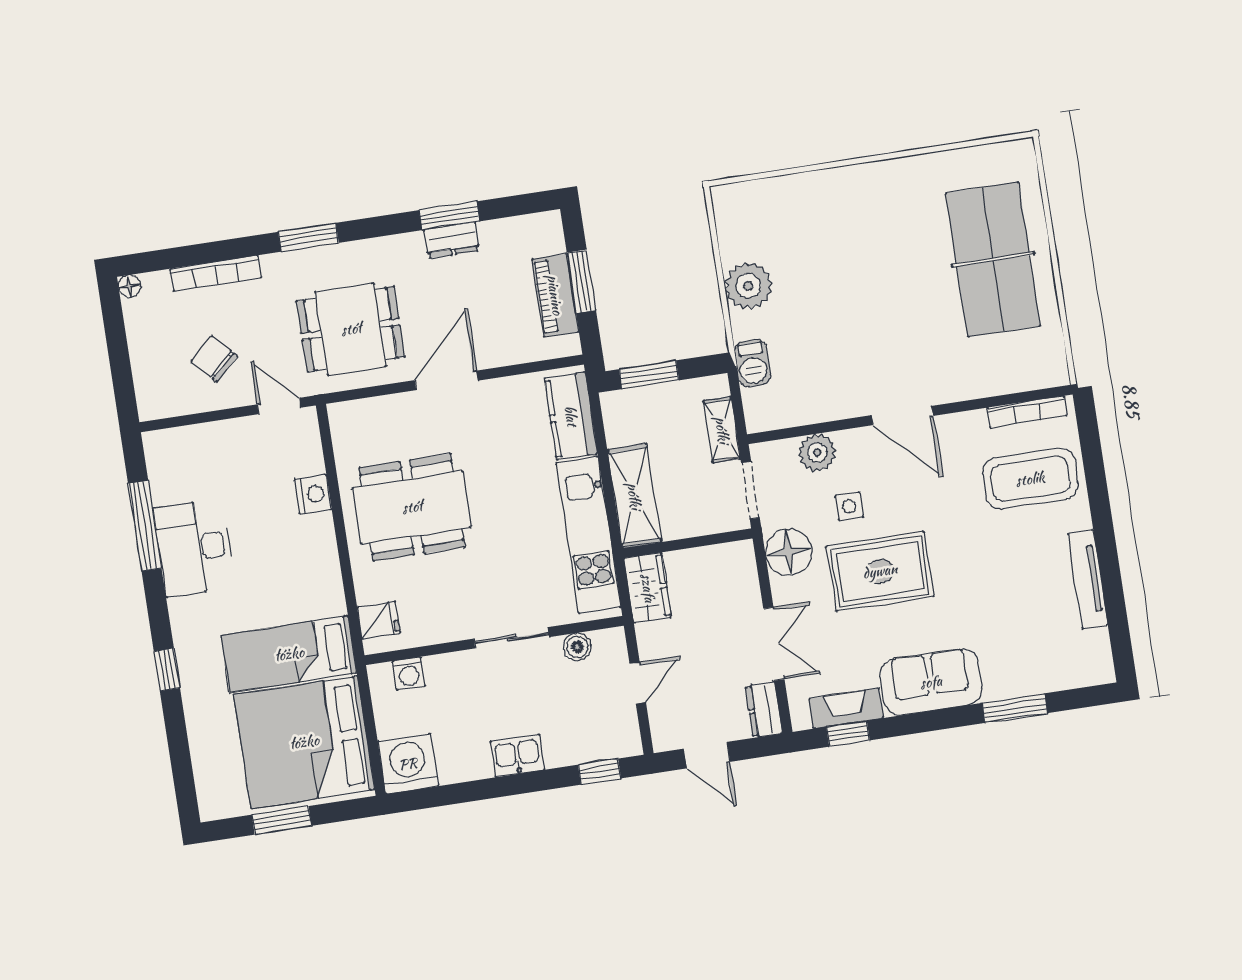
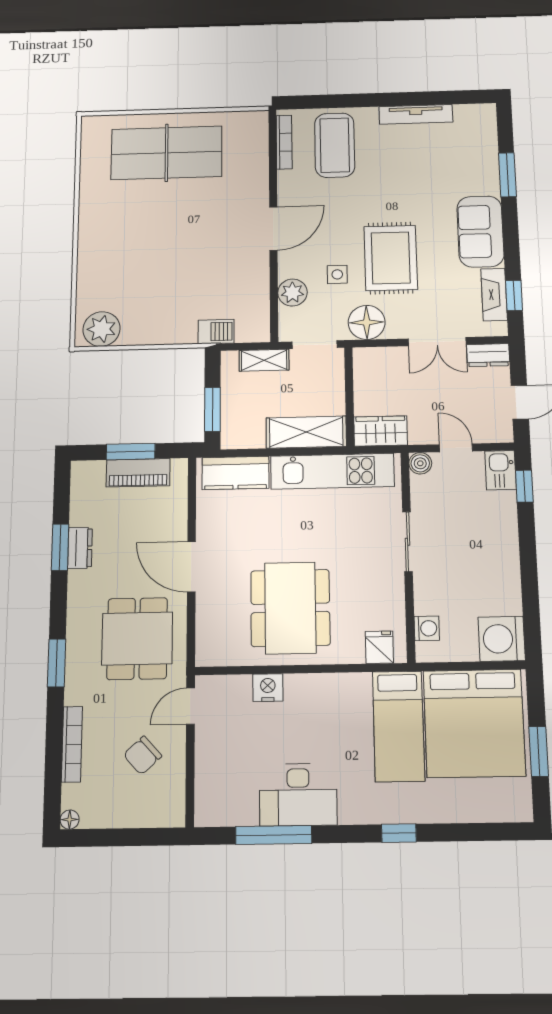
plant: (748, 286) -> (102, 329), moved
double door: (774, 644) -> (437, 342), swing flipped
boiler: (577, 647) -> (420, 463), moved
kitchen sink: (517, 756) -> (501, 470), moved

